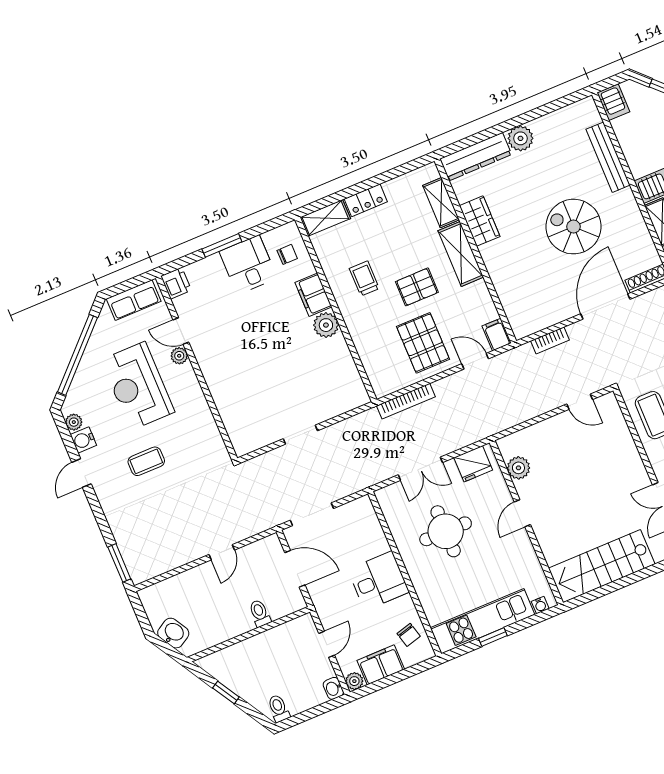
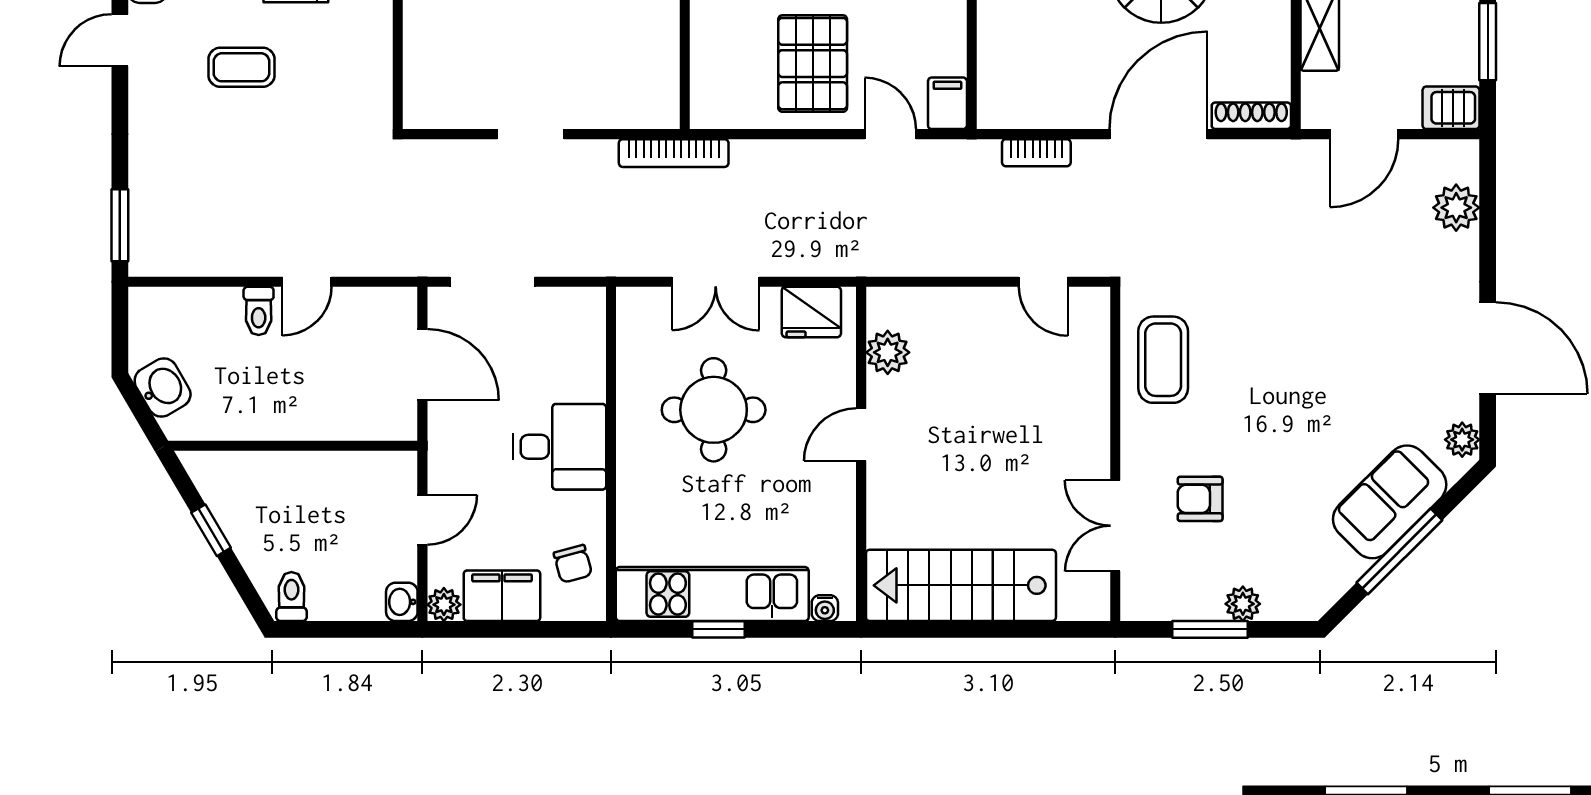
bookcase: (406, 401) -> (674, 153), moved
toilet: (260, 613) -> (259, 311), moved, turned 180

